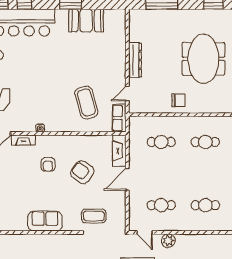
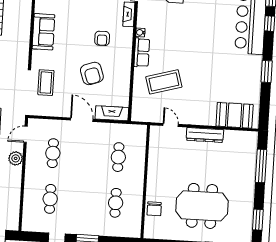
booth: (86, 21) -> (235, 115), moved, turned 90
chair: (179, 100) -> (154, 209), moved
row of seats: (119, 118) -> (142, 52), moved, turned 90
armchair: (48, 164) -> (102, 38), turned -90
armchair: (82, 172) -> (92, 73), turned 126

